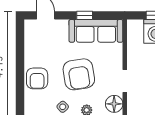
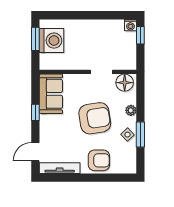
sofa: (96, 31) -> (51, 94), width x0.73
tv unit: (29, 40) -> (60, 168), added

